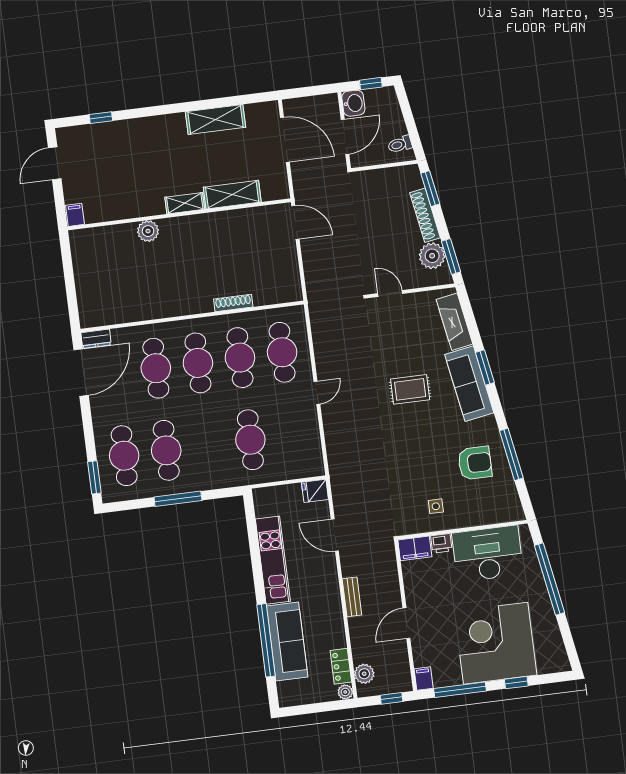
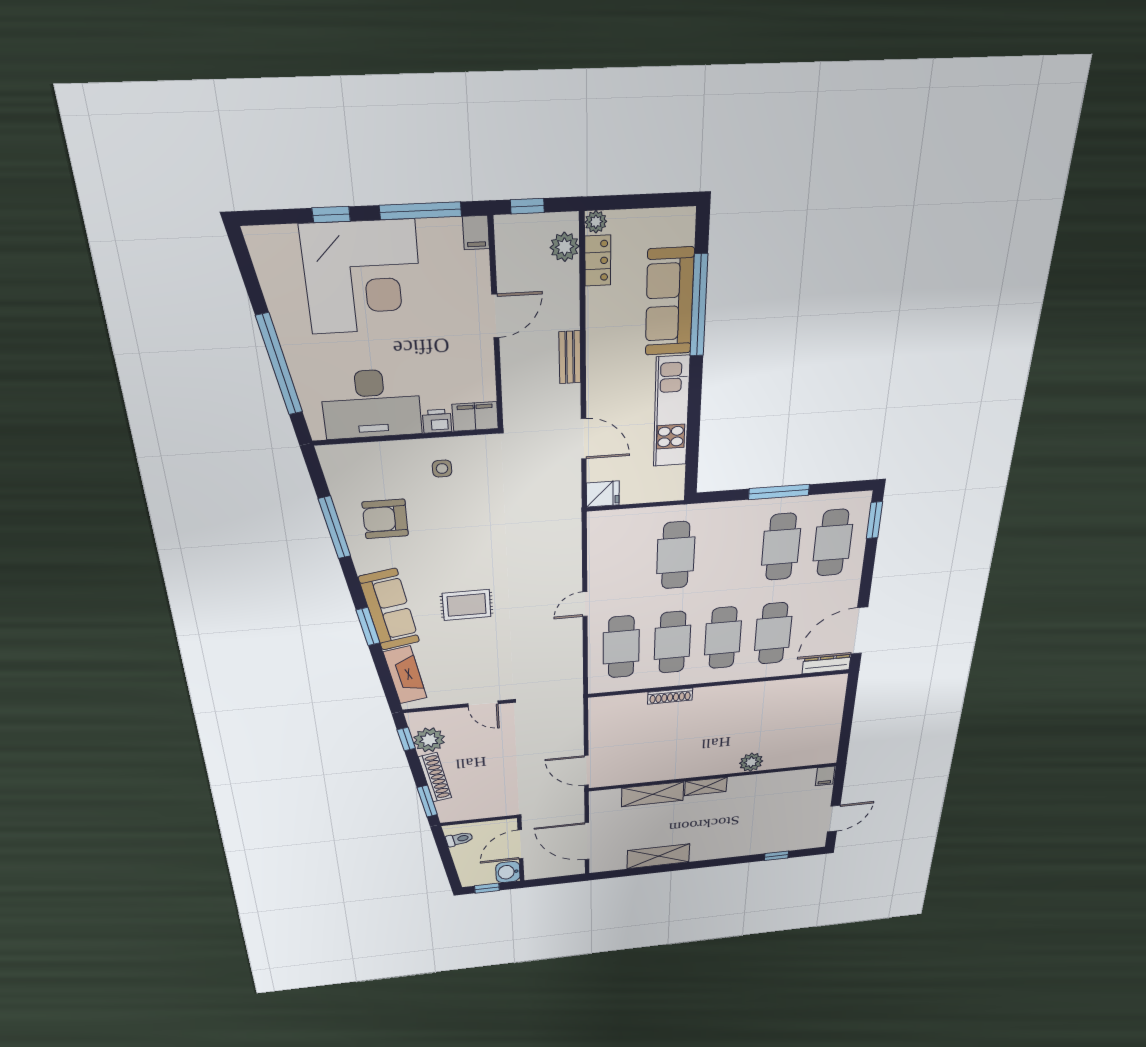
window: (451, 257) -> (406, 739), width x0.67
dresser: (96, 339) -> (826, 664), width x1.44

